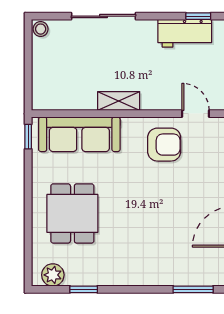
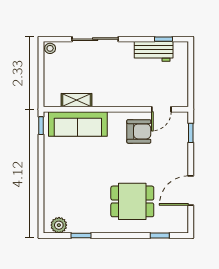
shelving: (119, 101) -> (77, 100), moved
door: (195, 114) -> (161, 109), swing flipped
dining table: (72, 213) -> (132, 201), moved, turned 90
window: (193, 289) -> (160, 236), width x0.67

